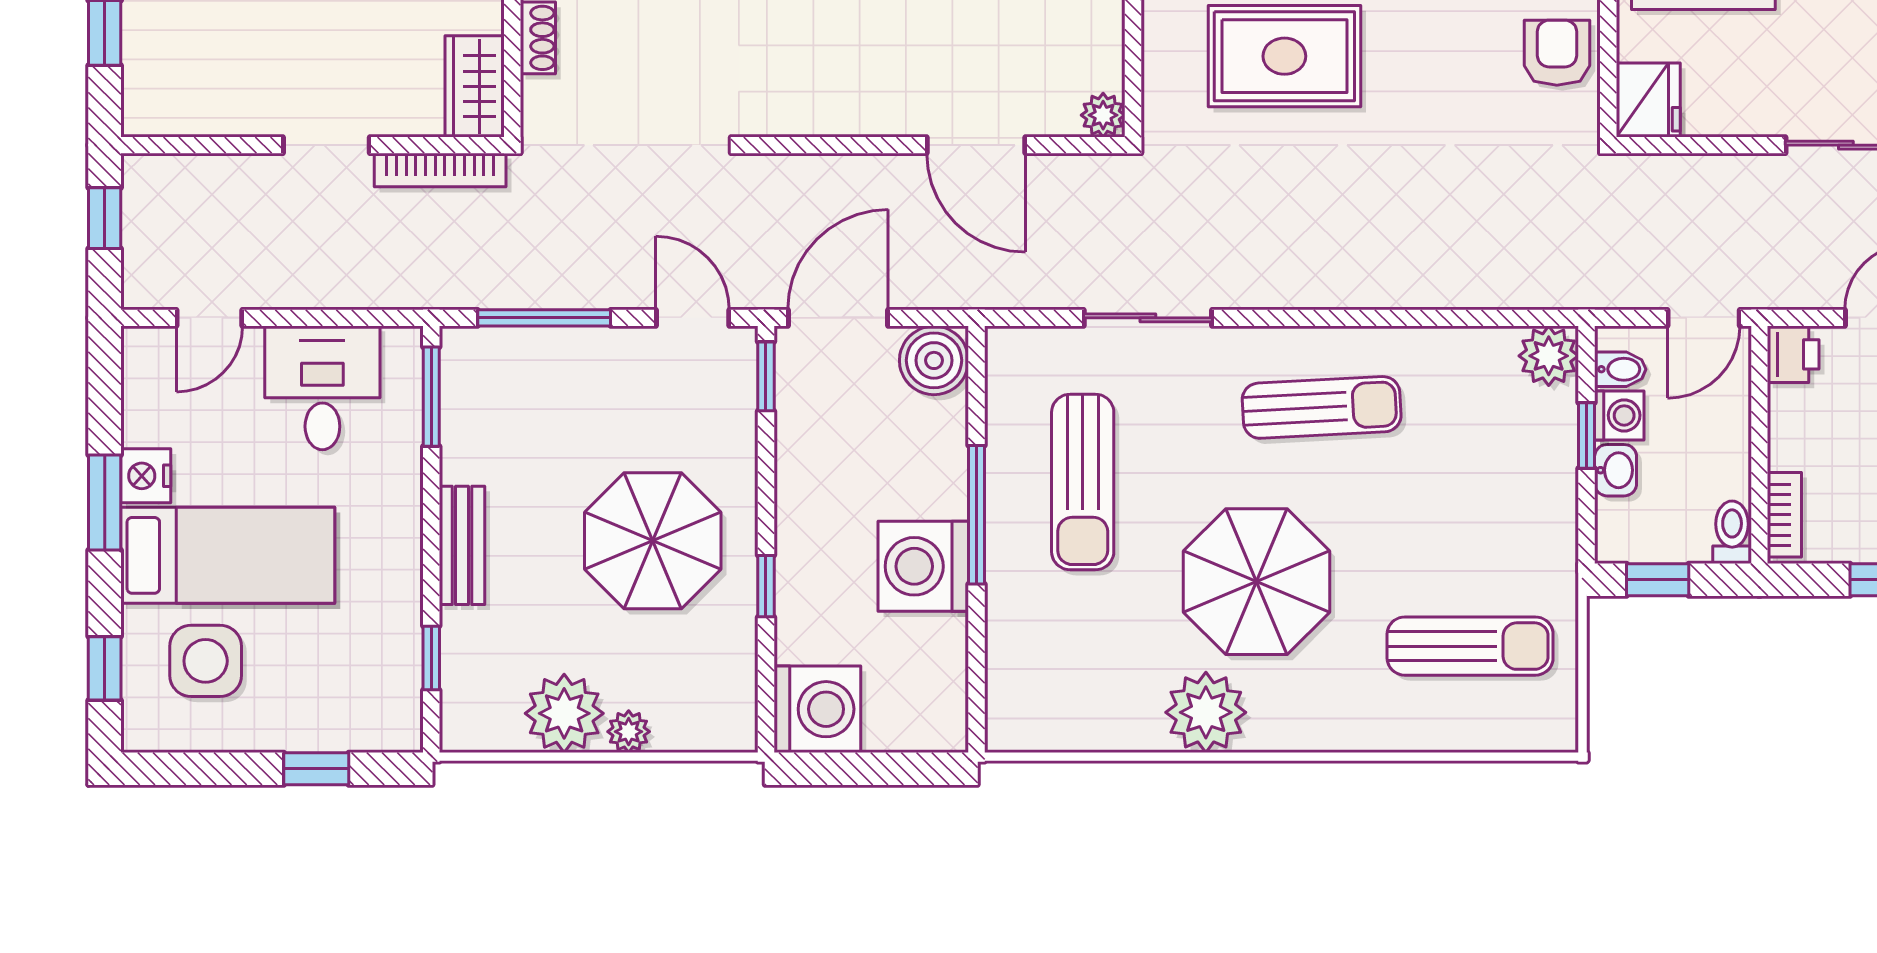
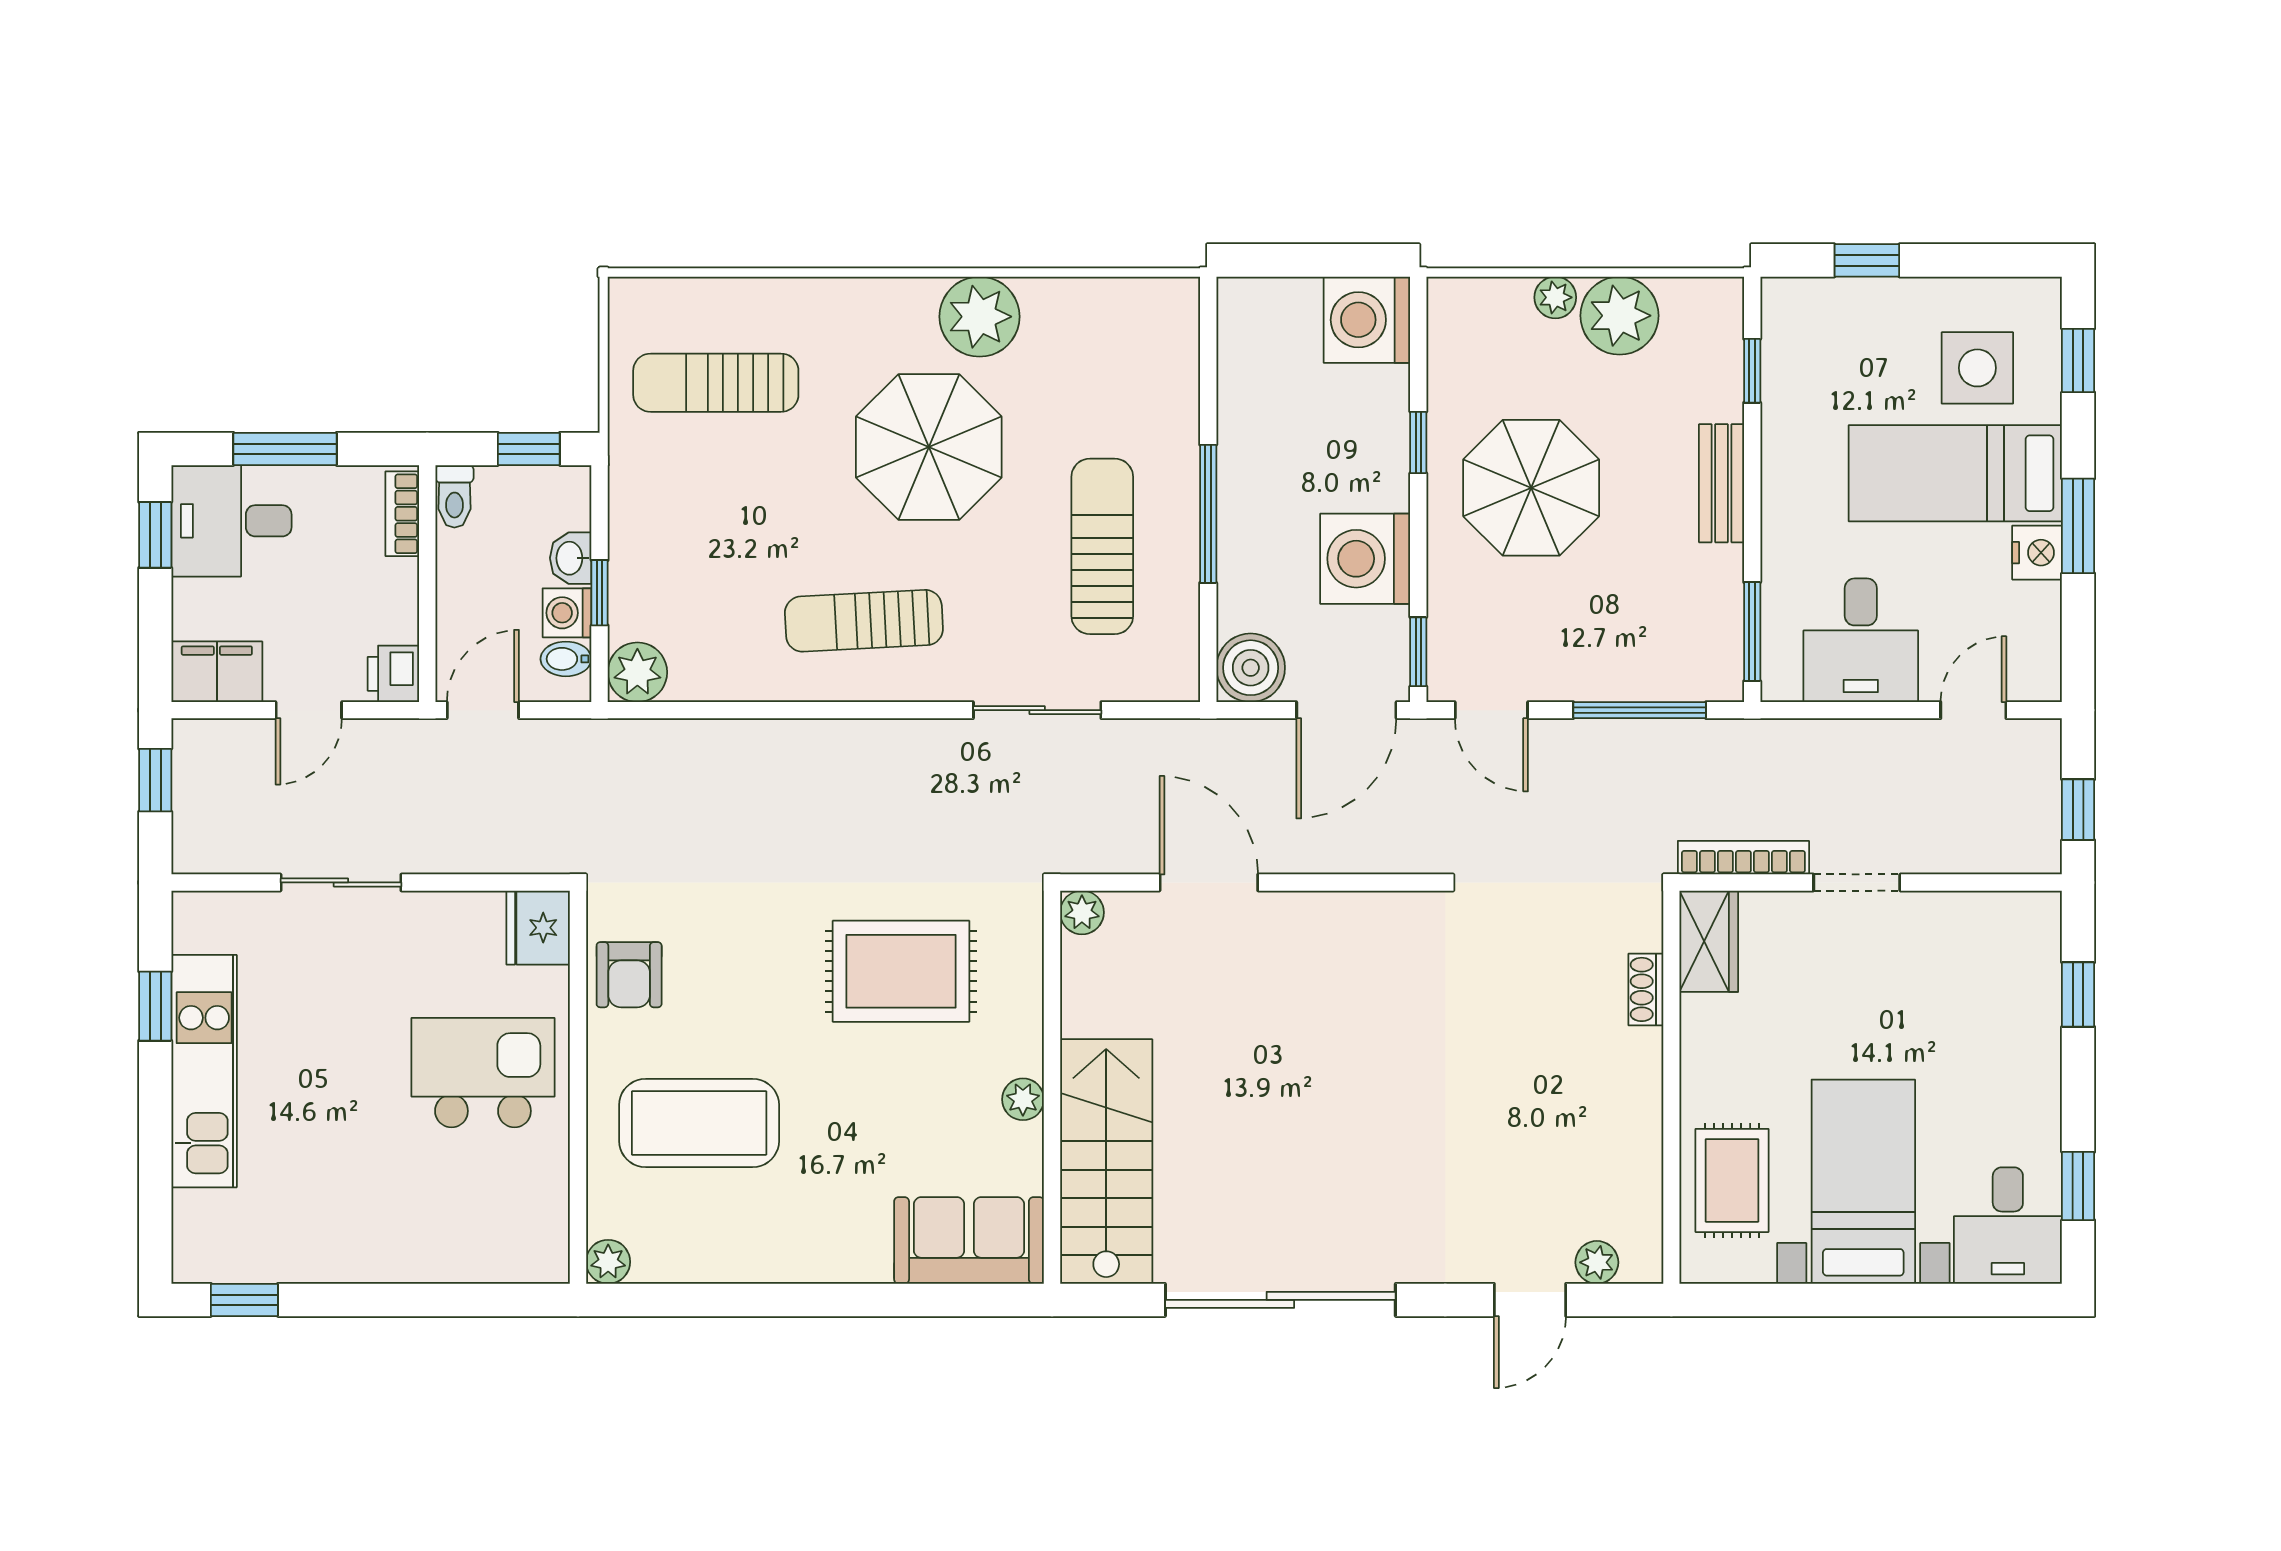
washing machine: (923, 566) -> (1365, 559), moved, turned 180

